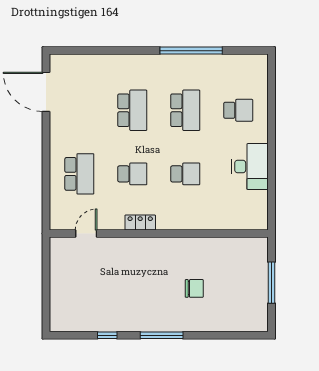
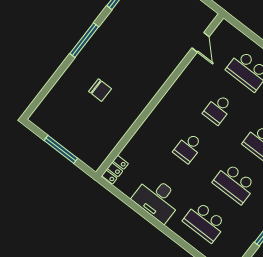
school desk: (238, 110) -> (205, 222), width x1.85
locker: (140, 223) -> (115, 170), moved
chair: (194, 288) -> (100, 90), turned -90

